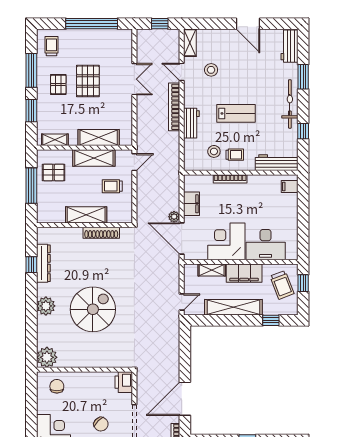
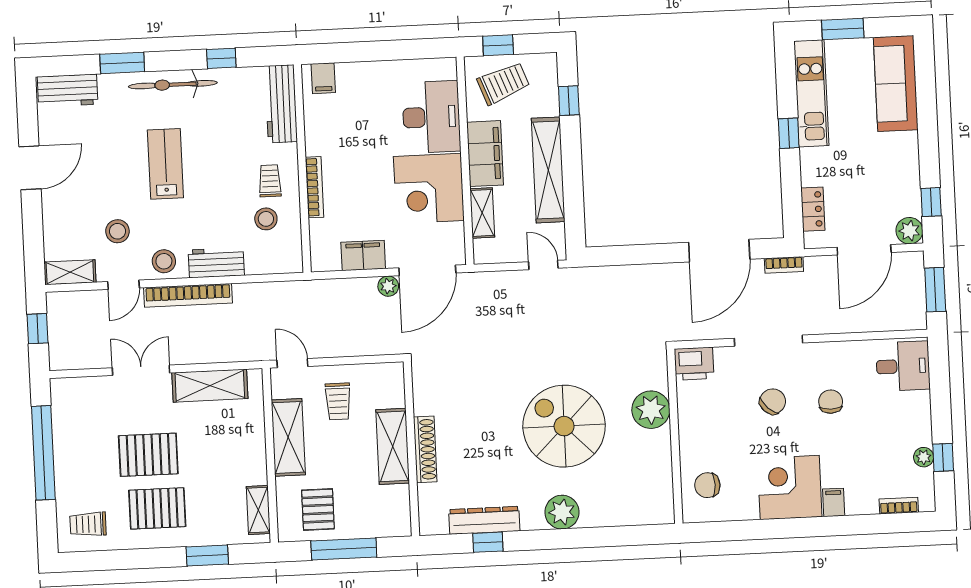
window: (31, 70) -> (134, 559), removed
pallet: (58, 84) -> (157, 508), width x1.50, depth x1.42
stool: (193, 95) -> (164, 261), added
lab bench: (236, 113) -> (165, 164), moved
shelving: (99, 138) -> (210, 386), moved, turned 90
shoe rack: (101, 233) -> (425, 449), moved
plant: (47, 357) -> (651, 410), moved
door: (185, 399) -> (719, 251), hinge flipped

